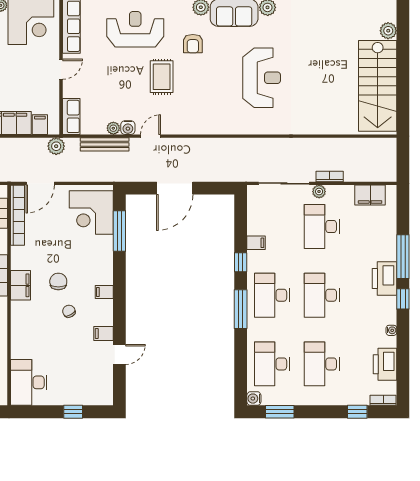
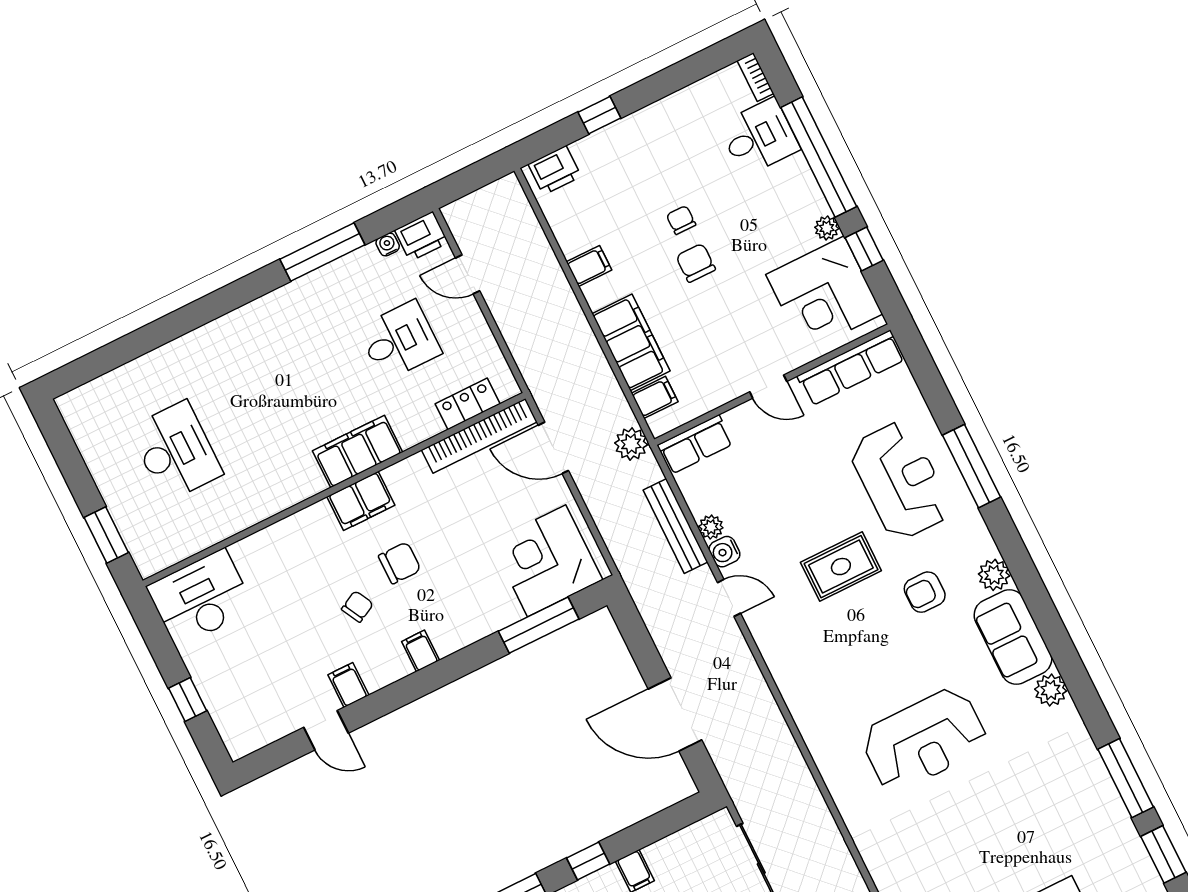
door: (175, 188) -> (675, 714), moved

